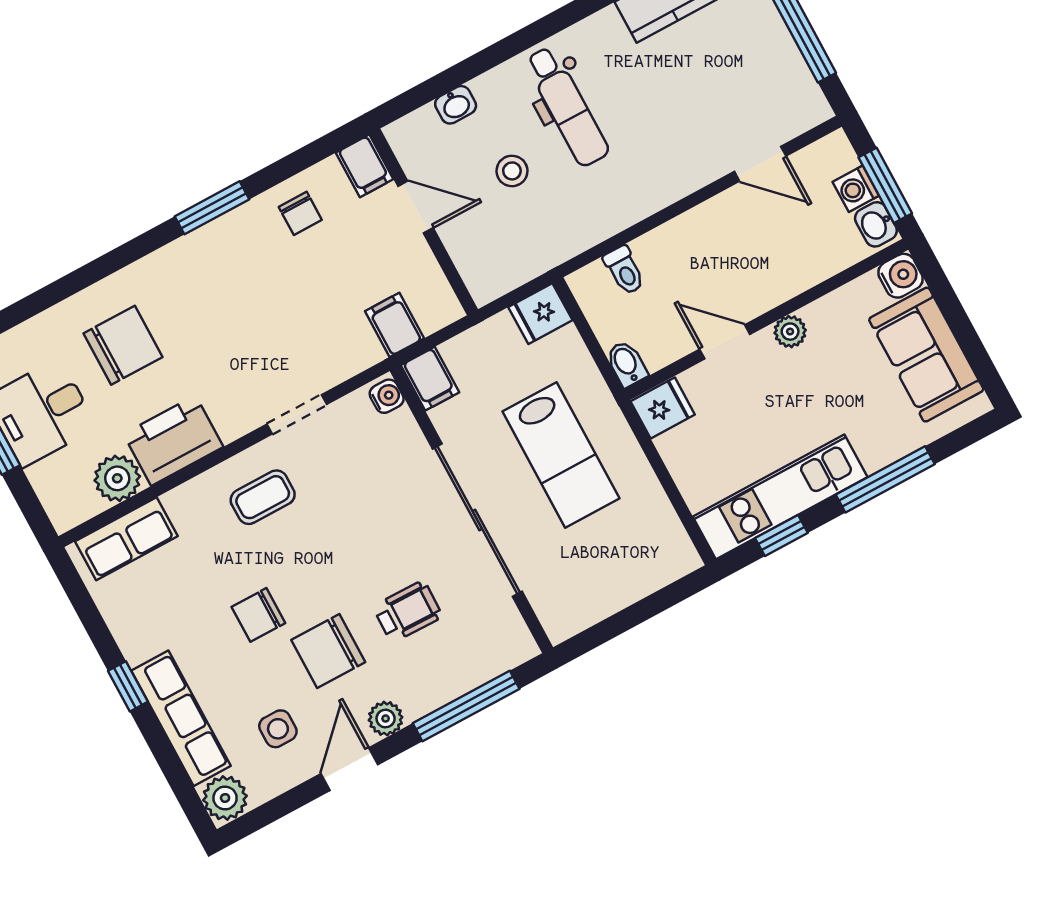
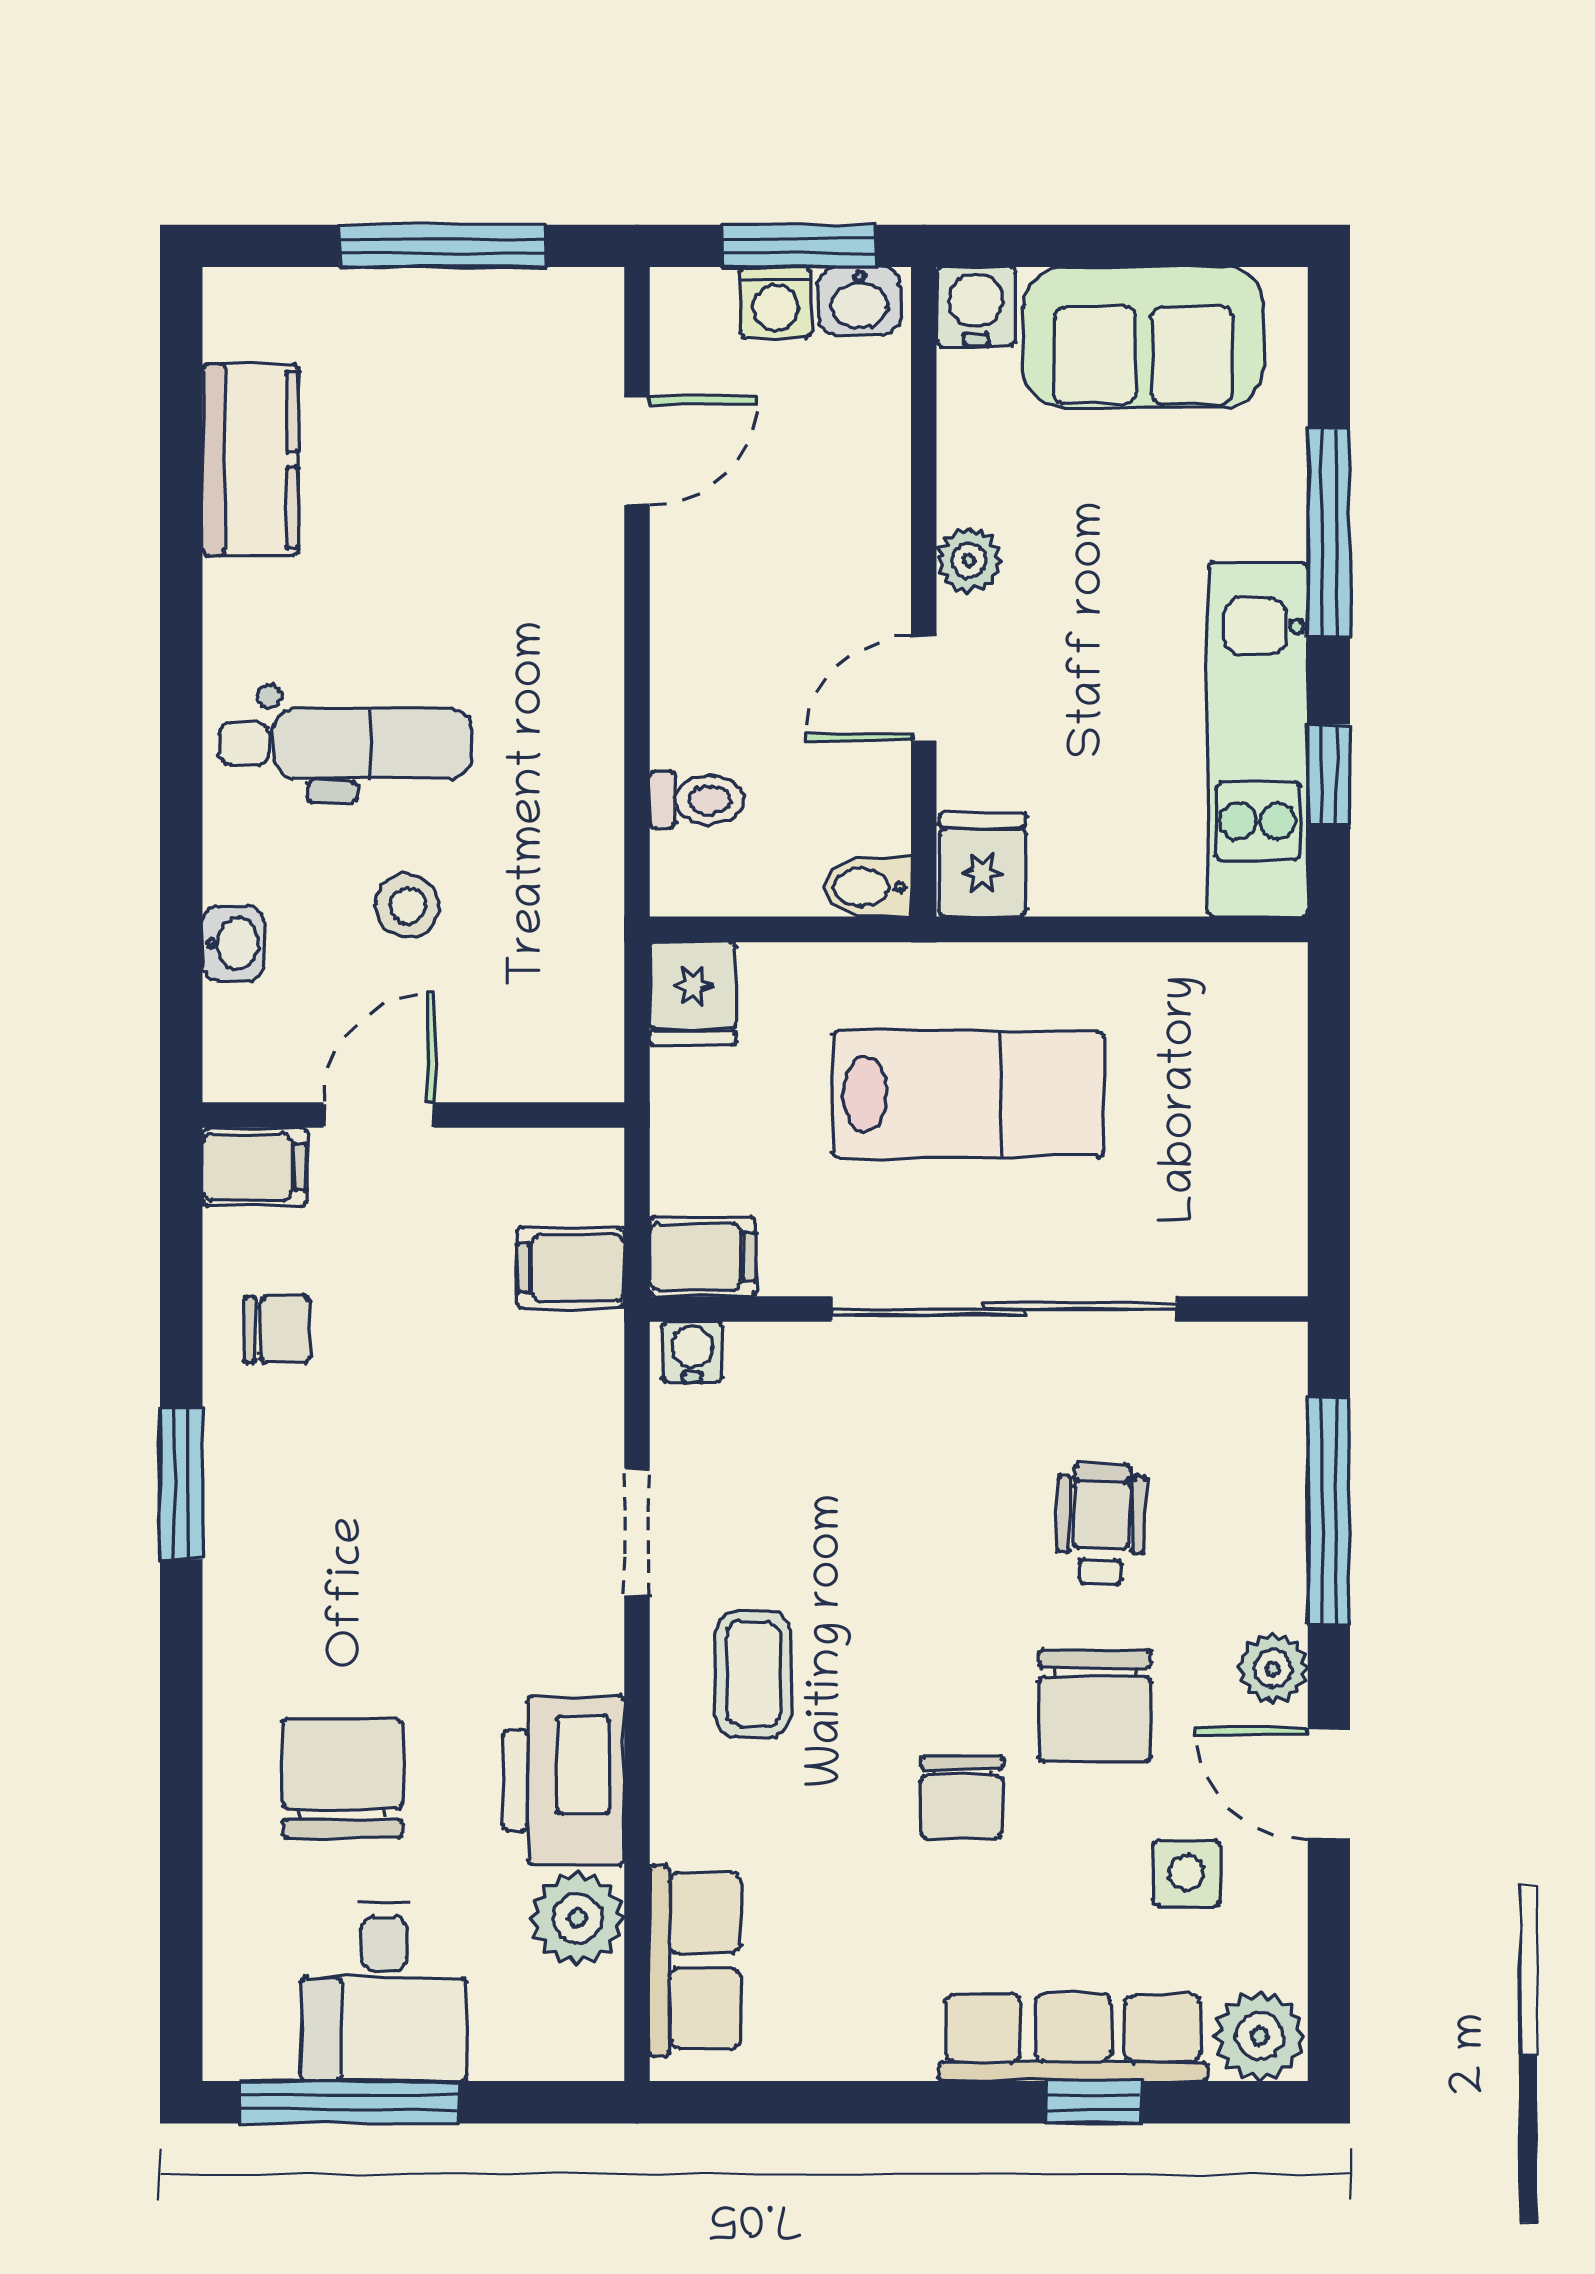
window: (128, 686) -> (1093, 2102), moved

